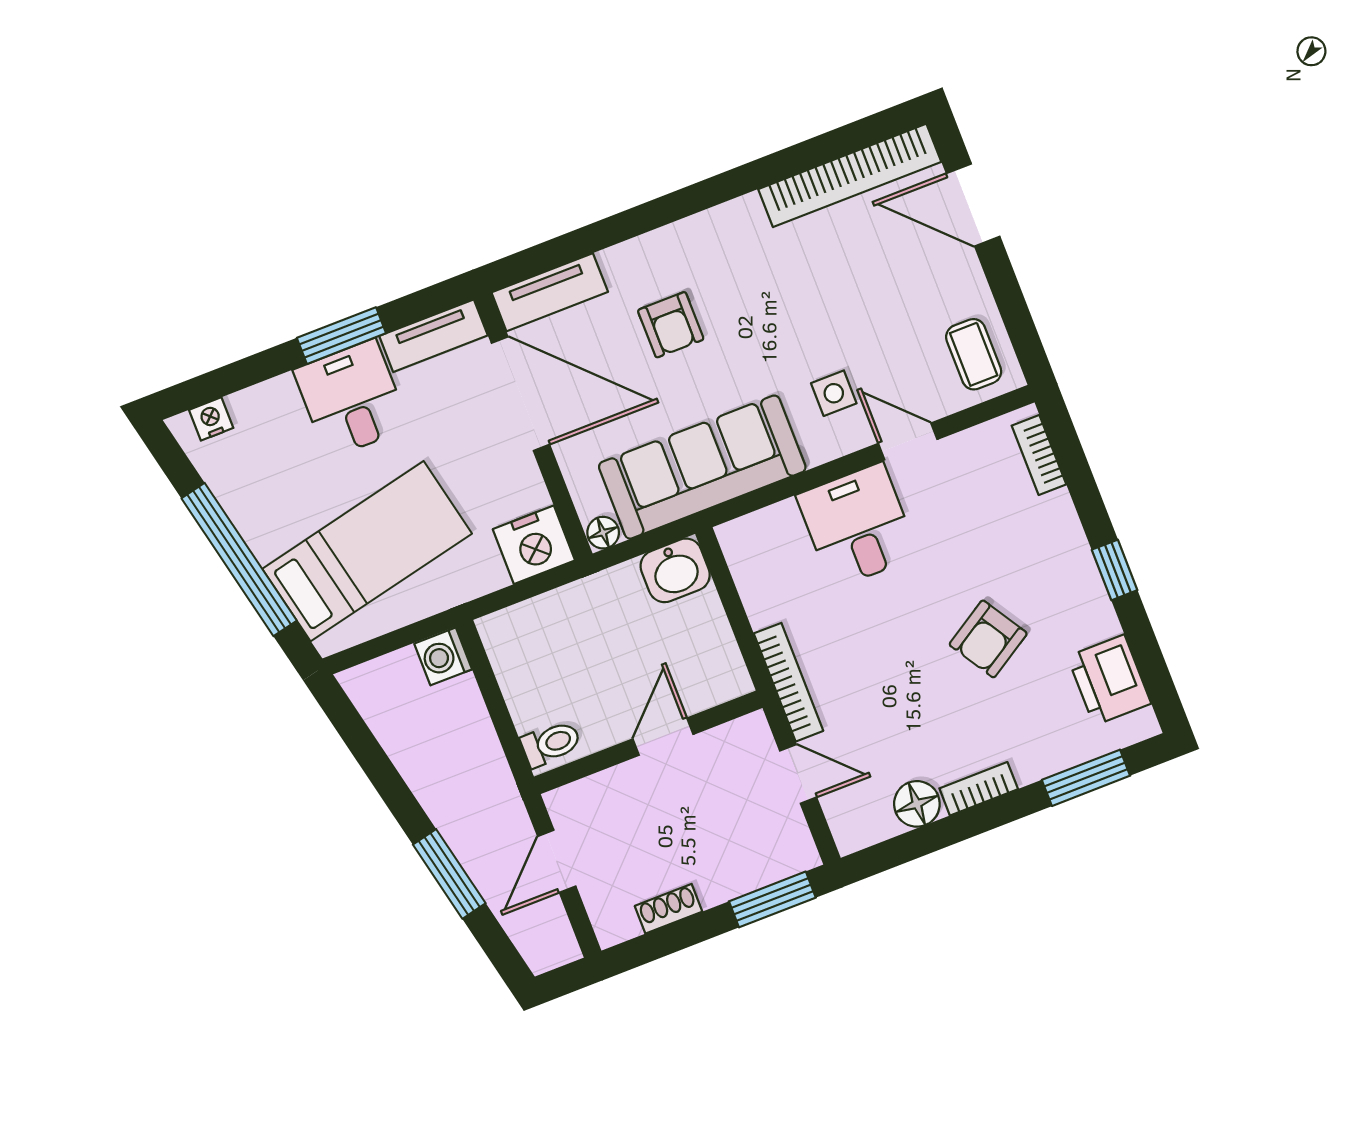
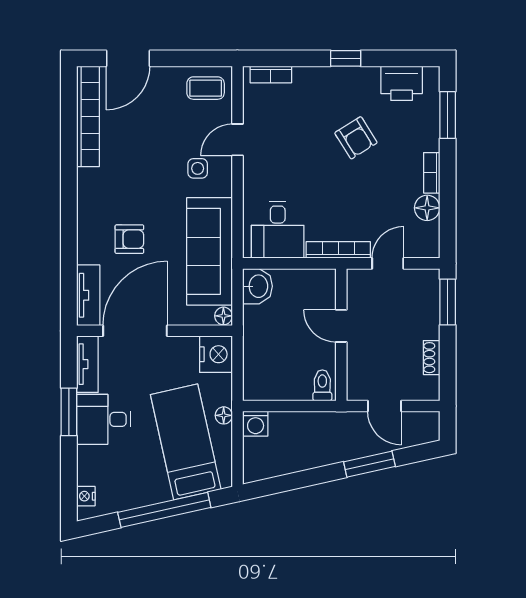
desk: (857, 526) -> (278, 230), moved, turned -90
floor lamp: (436, 598) -> (224, 415), added

